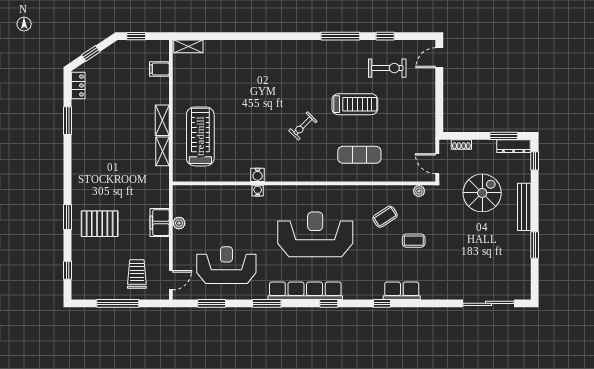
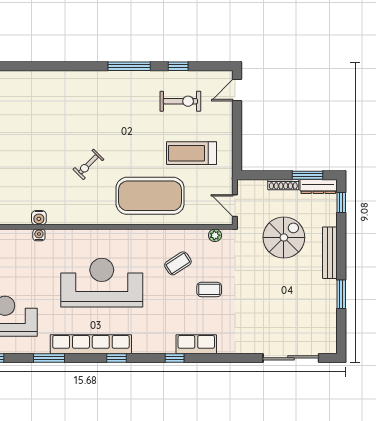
treadmill: (355, 104) -> (192, 153), moved, turned 180
shoe rack: (461, 145) -> (283, 185), moved, width x1.43
exercise mat: (359, 155) -> (150, 196), width x2.00, depth x1.45

